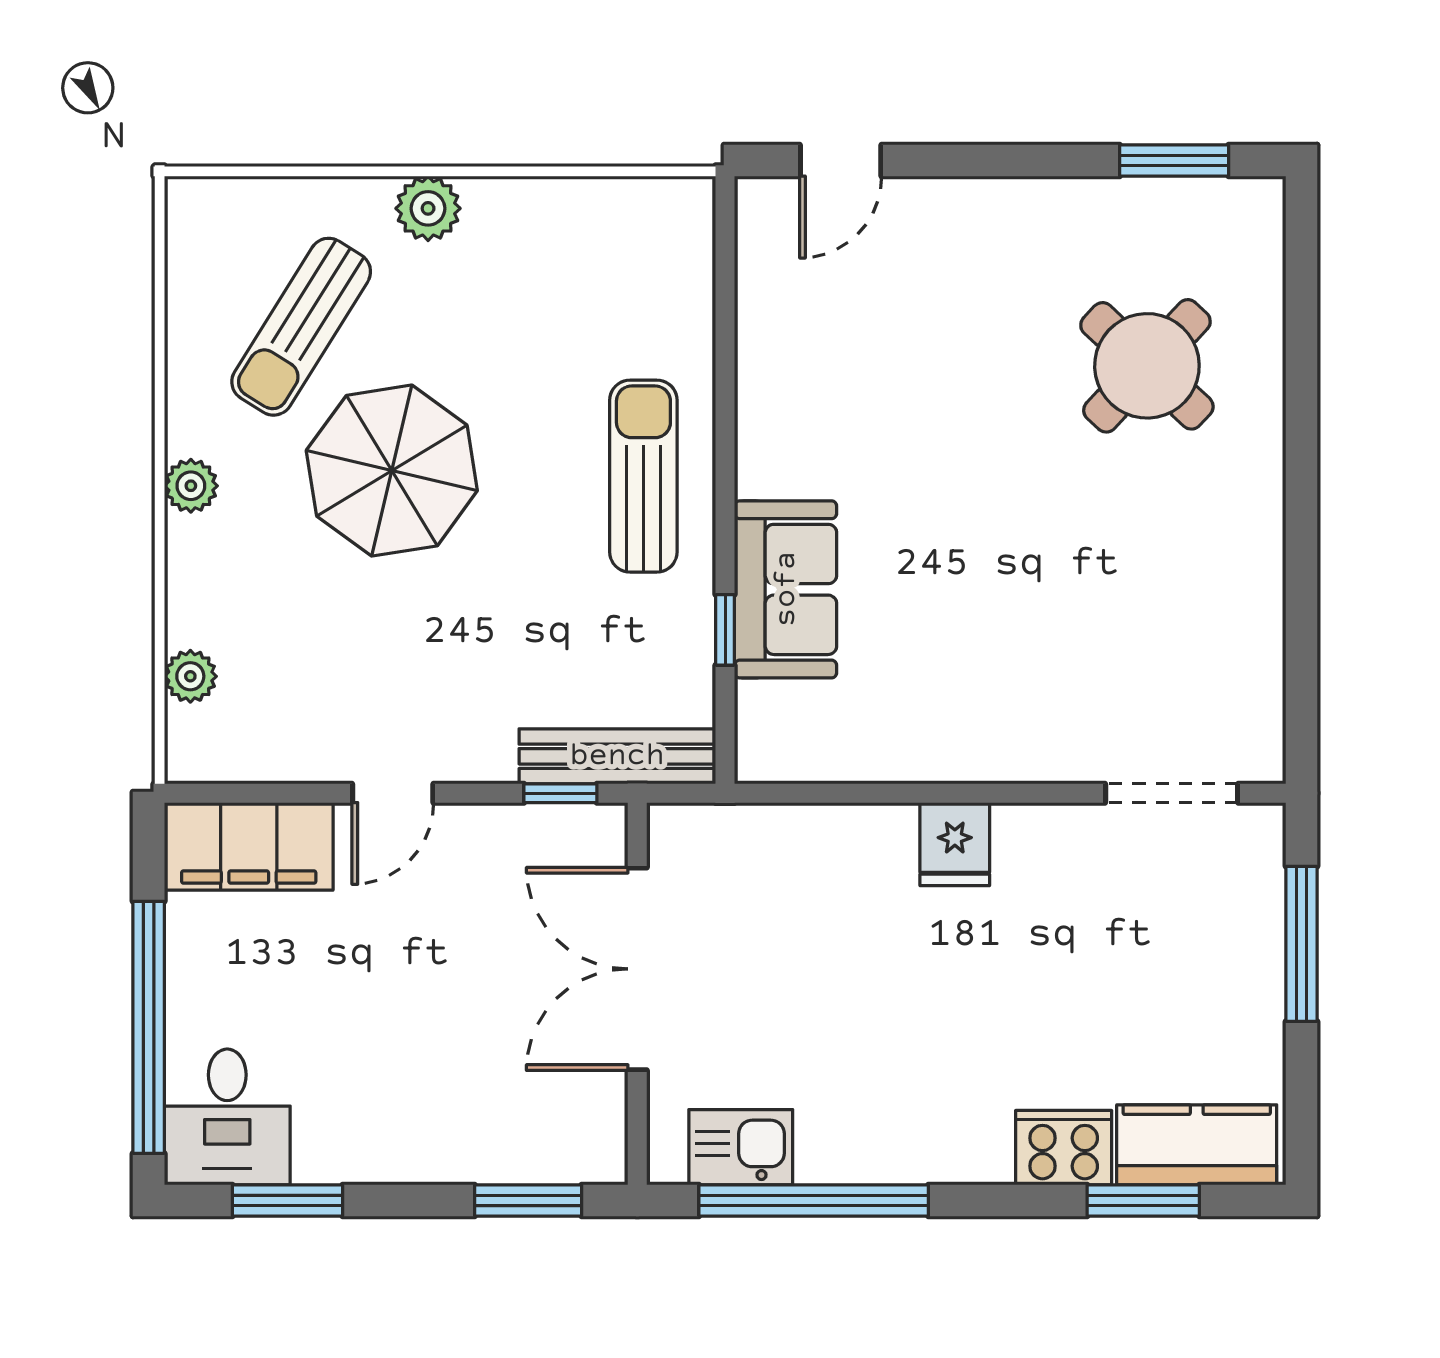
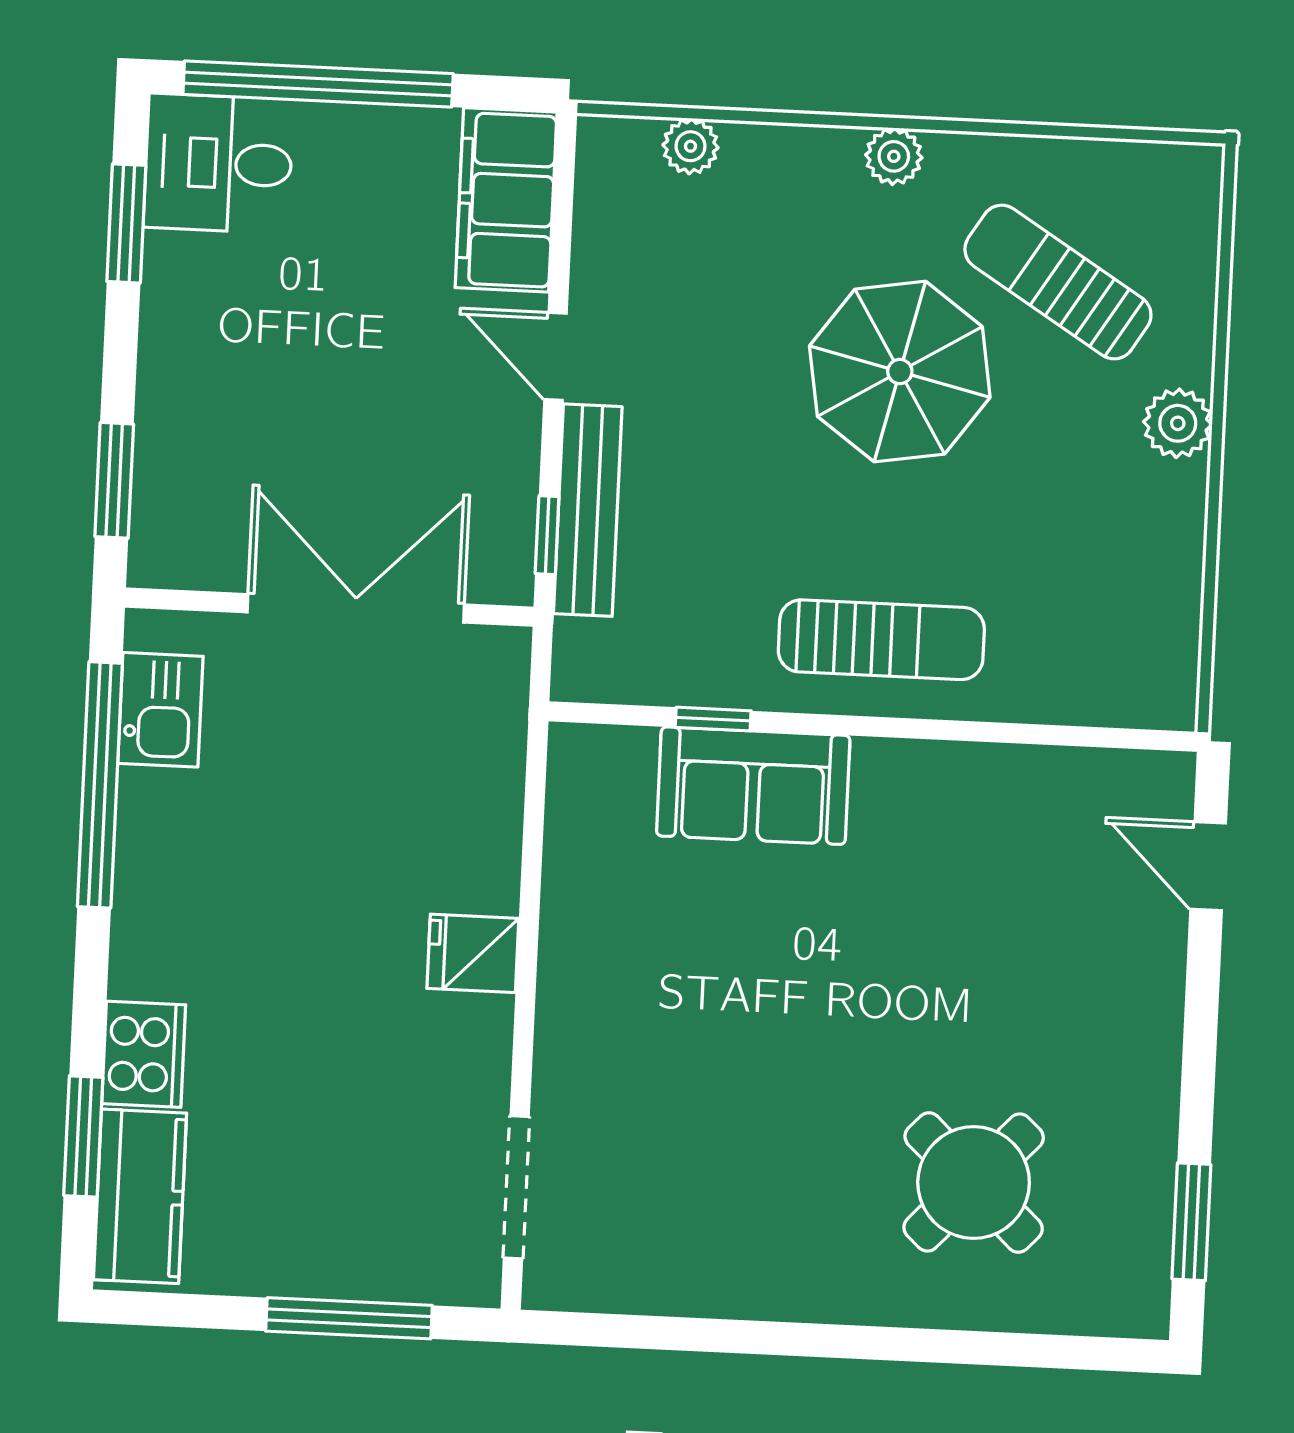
bench: (617, 756) -> (588, 510), moved

